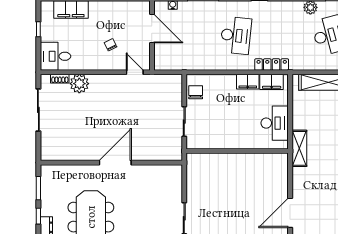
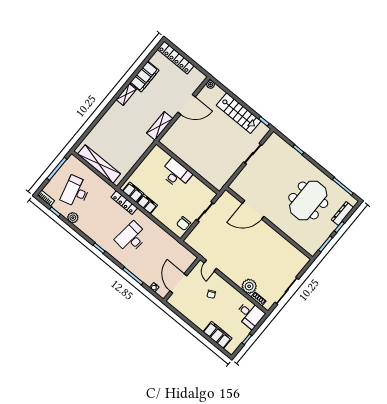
desk: (275, 123) -> (176, 174), moved, turned 90
shelving: (299, 148) -> (160, 126), moved
door: (115, 163) -> (253, 210), moved

